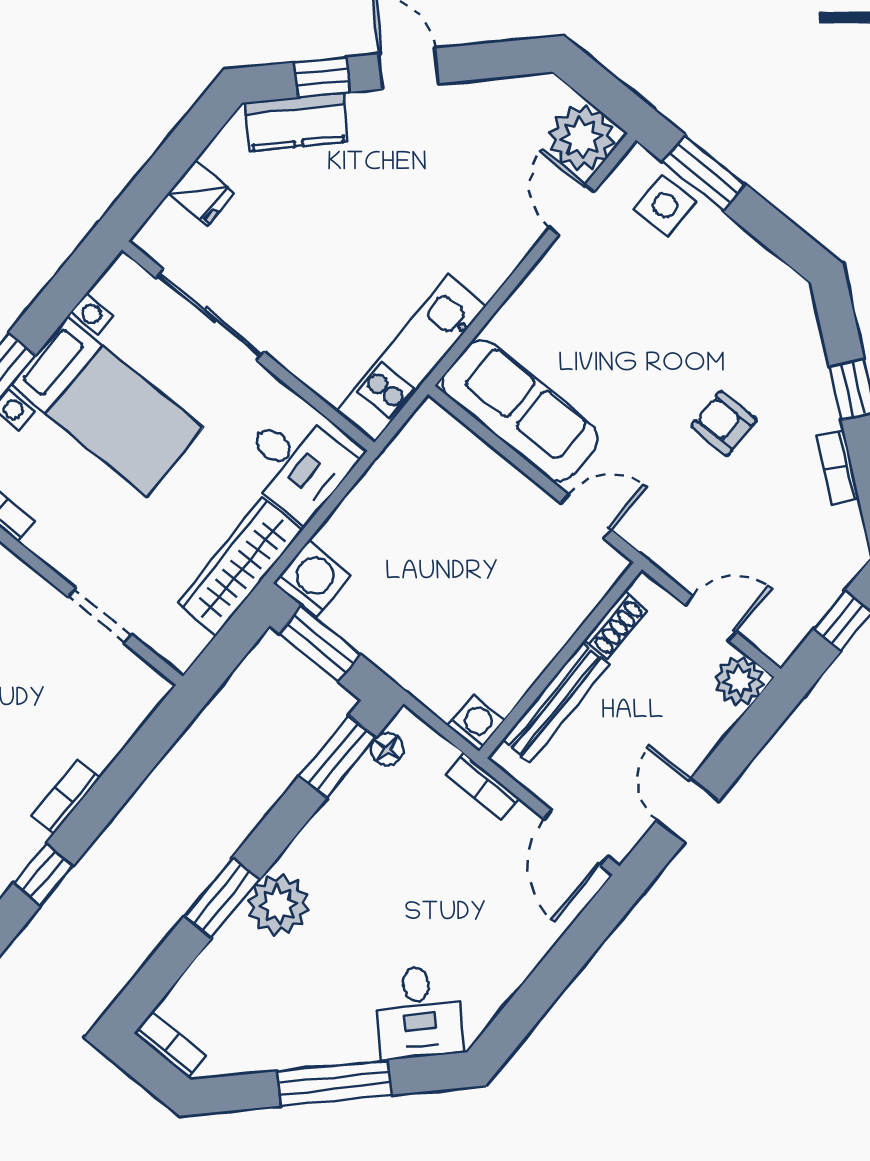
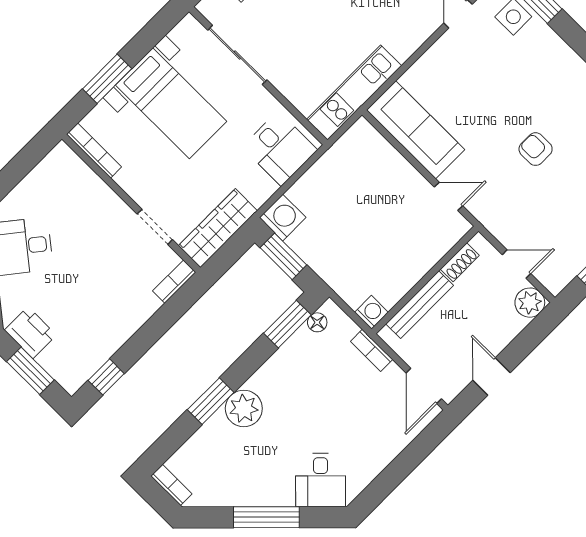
wardrobe: (239, 567) -> (218, 228), moved
bookcase: (66, 796) -> (174, 282), moved

